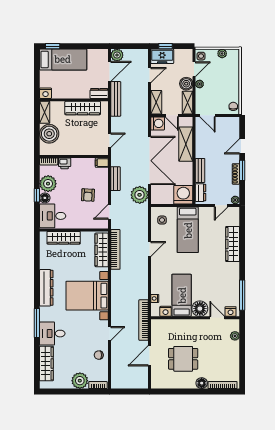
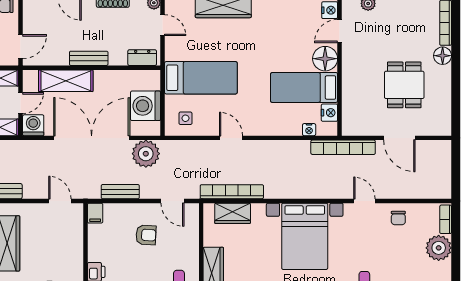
bench: (200, 170) -> (89, 58), moved
washing machine: (183, 195) -> (146, 106), moved
wardrobe: (102, 250) -> (233, 213), width x0.67

